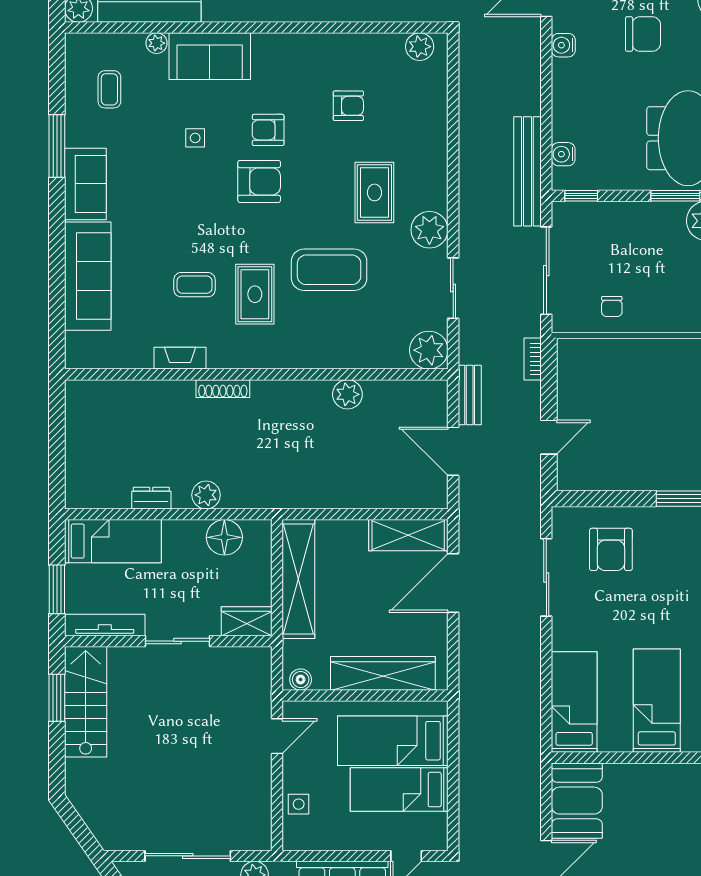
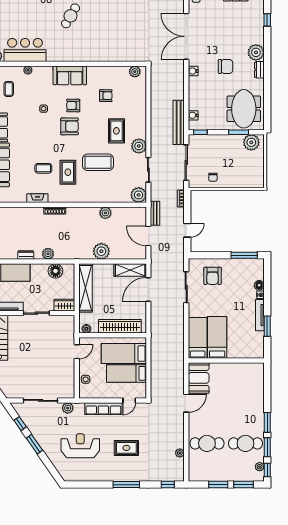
sofa: (210, 56) -> (70, 75), moved
plant: (337, 489) -> (101, 251), added
bed: (657, 701) -> (217, 337), moved

